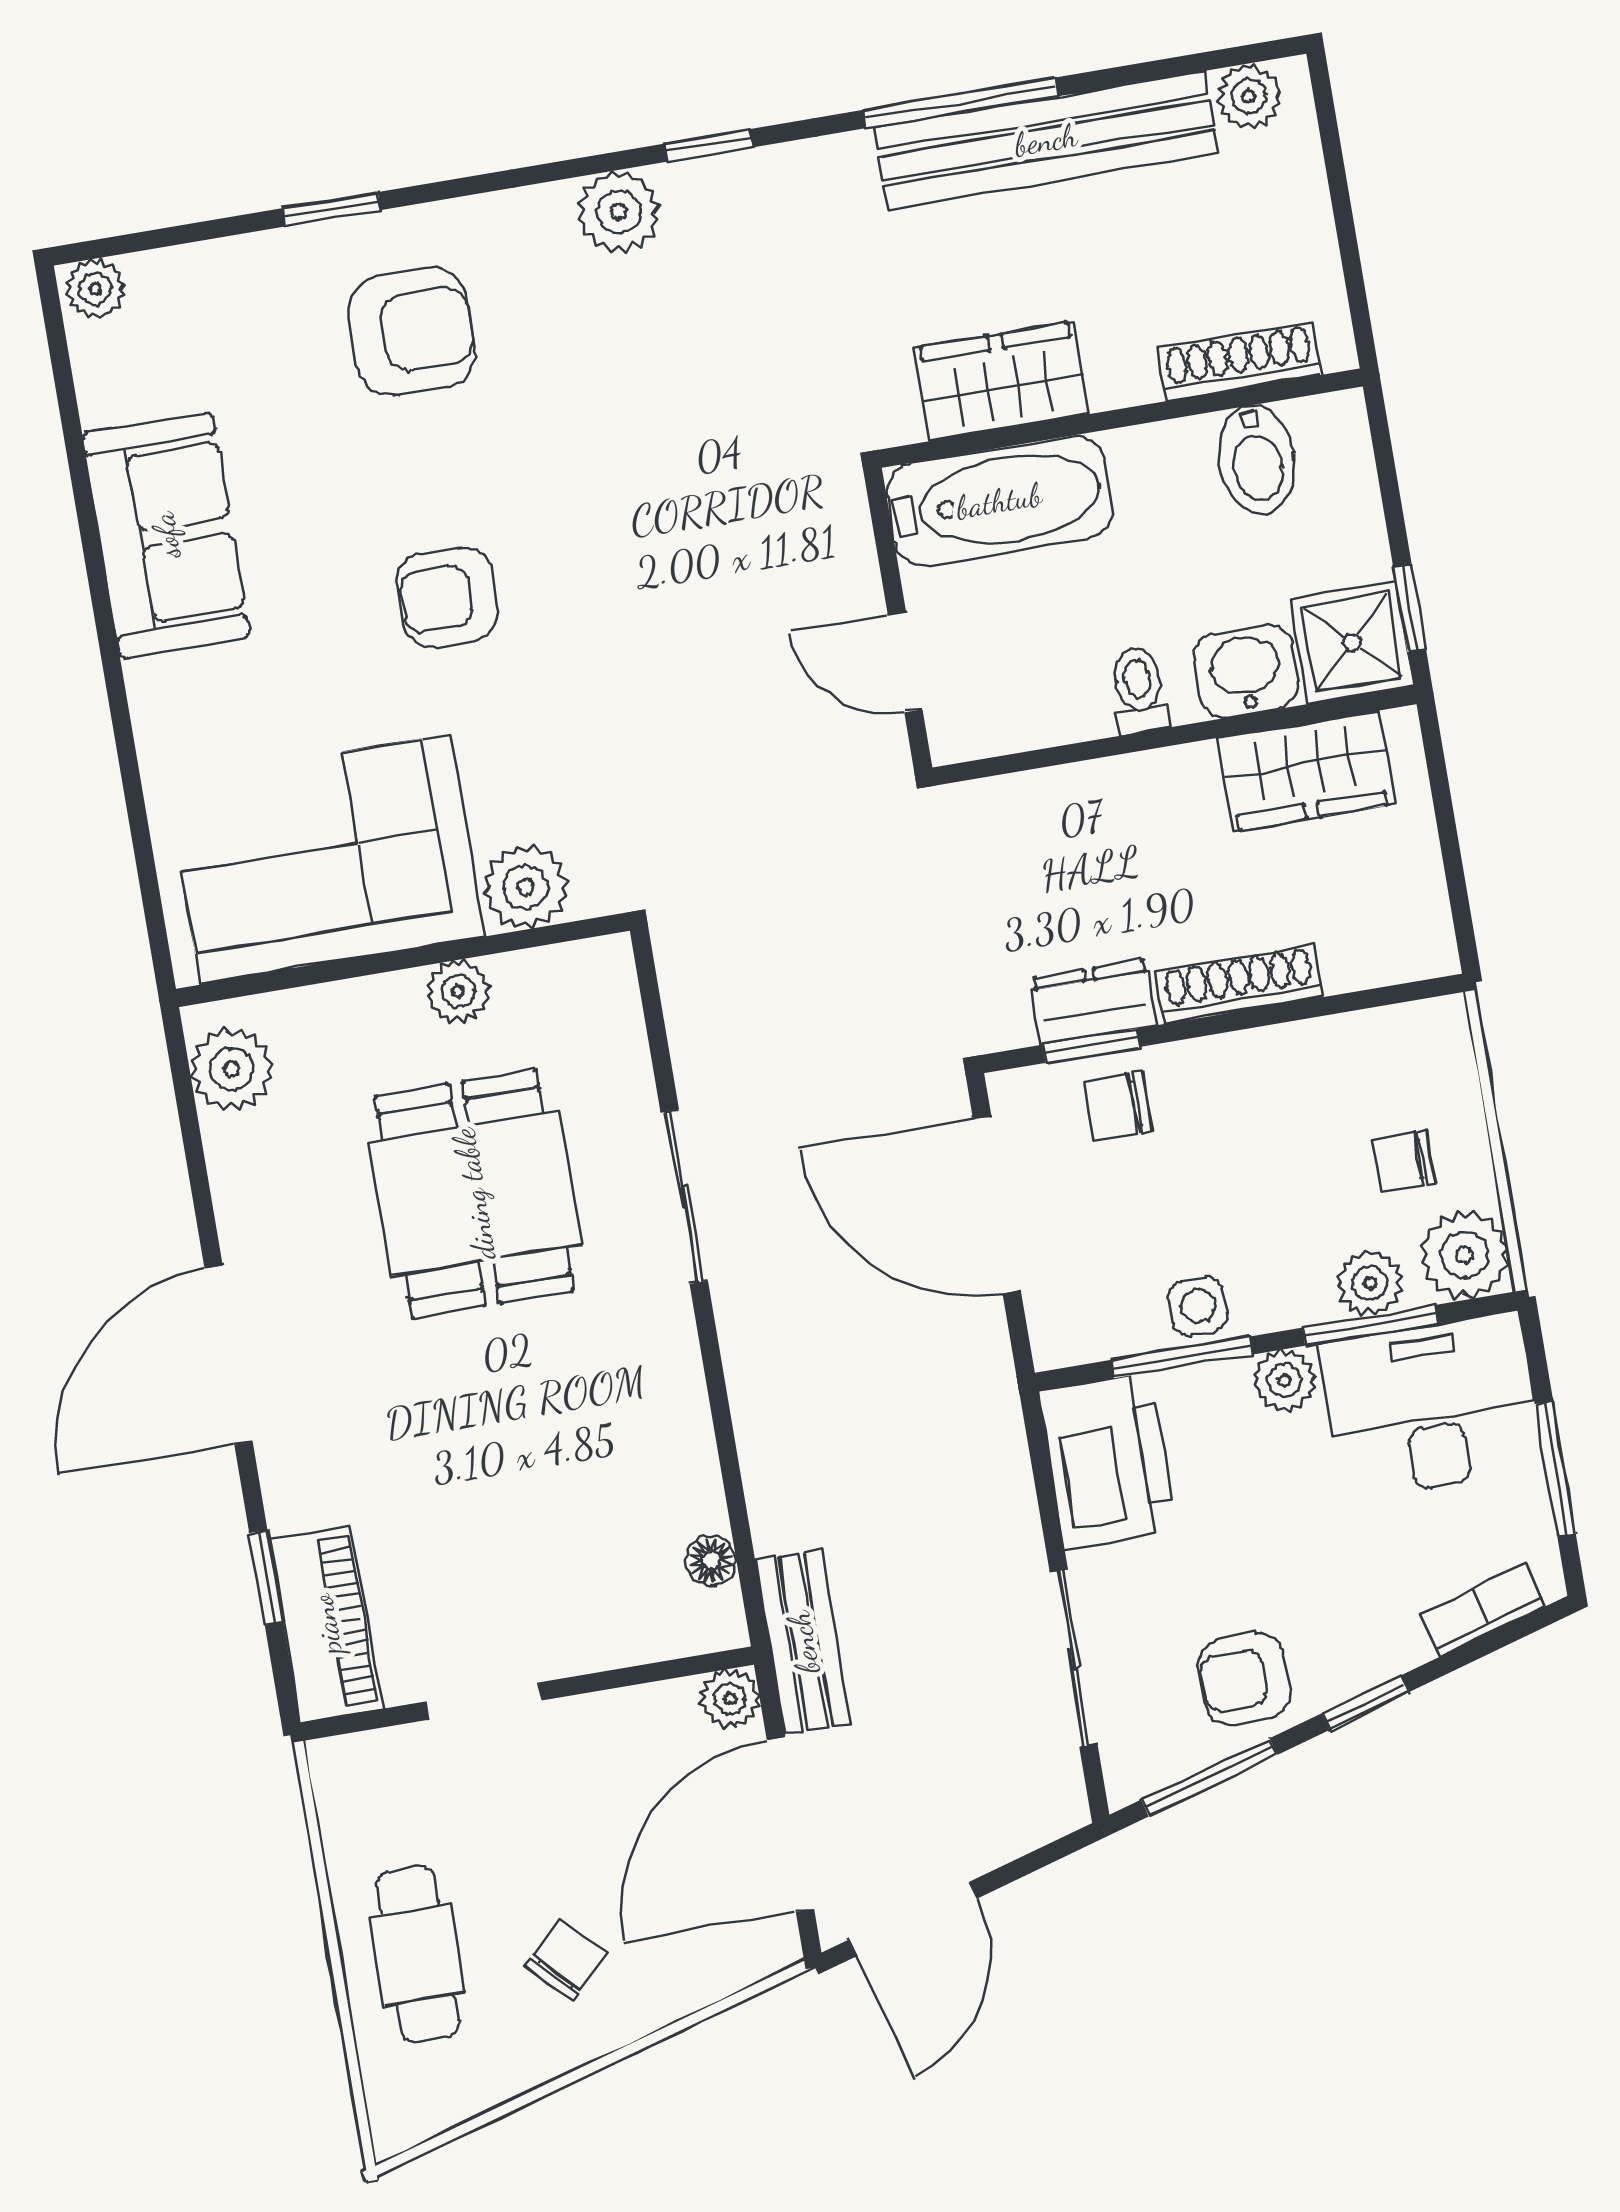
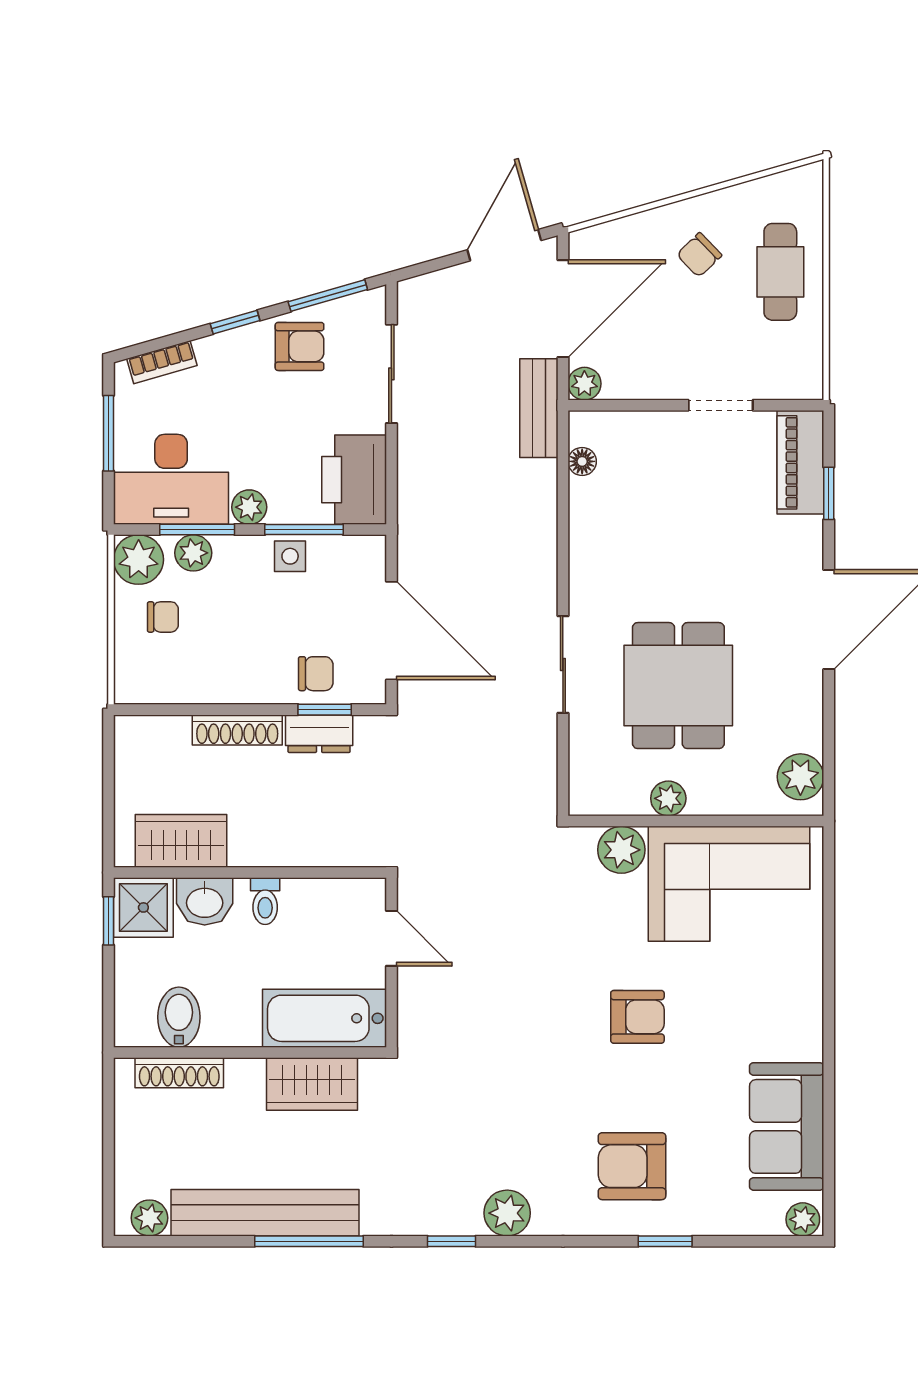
sofa: (166, 535) -> (787, 1126), moved

